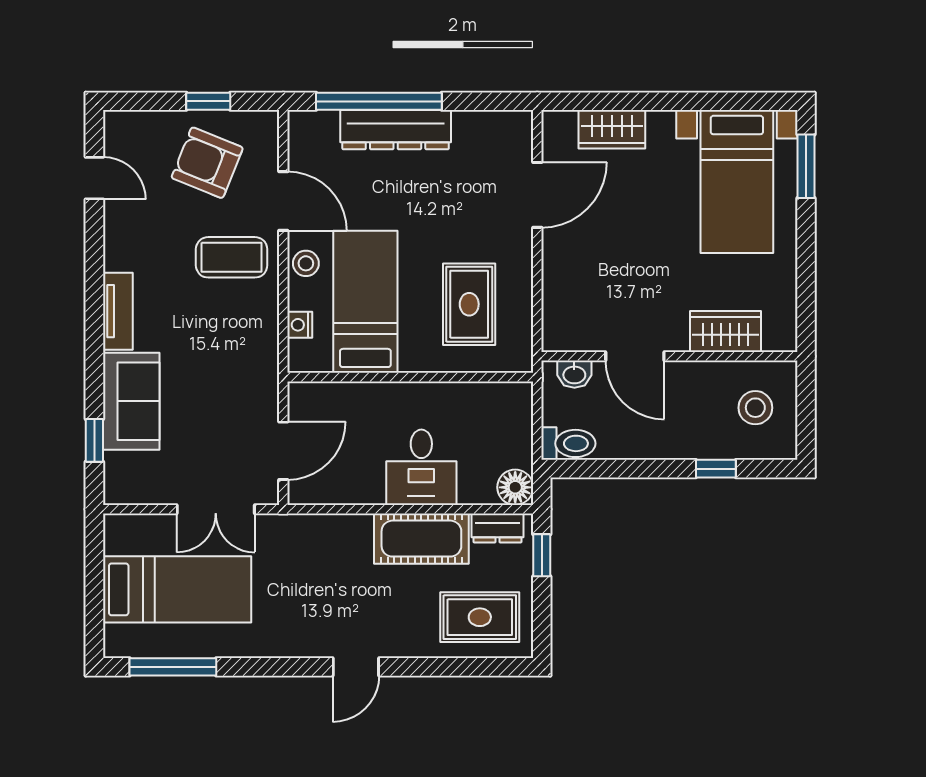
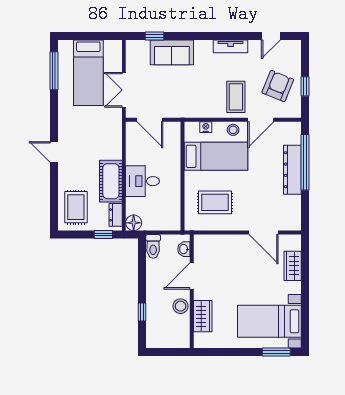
tv unit: (118, 311) -> (231, 46), moved
stool: (755, 408) -> (181, 306), moved

